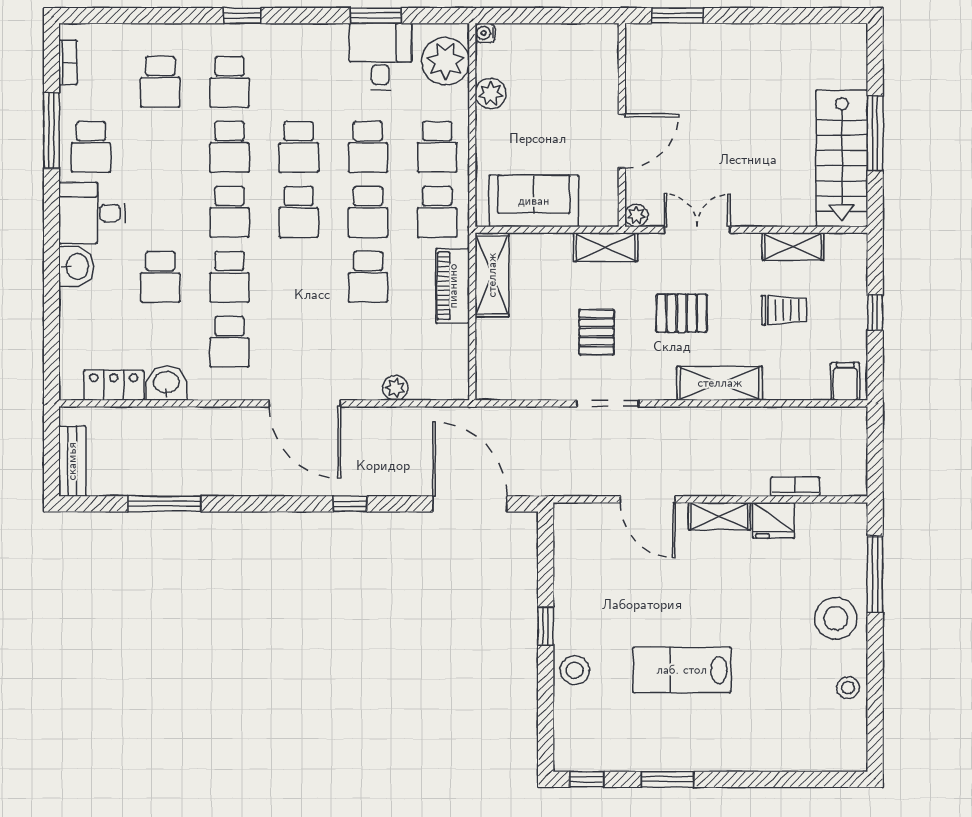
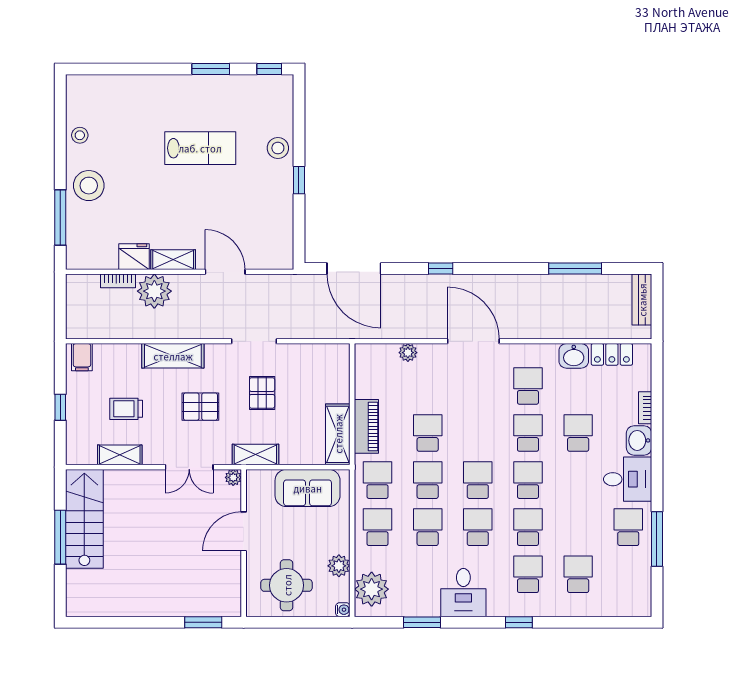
desk: (380, 57) -> (463, 593), moved
bookcase: (68, 62) -> (645, 408), moved
round table: (563, 67) -> (287, 585), added
plant: (745, 473) -> (154, 291), added

